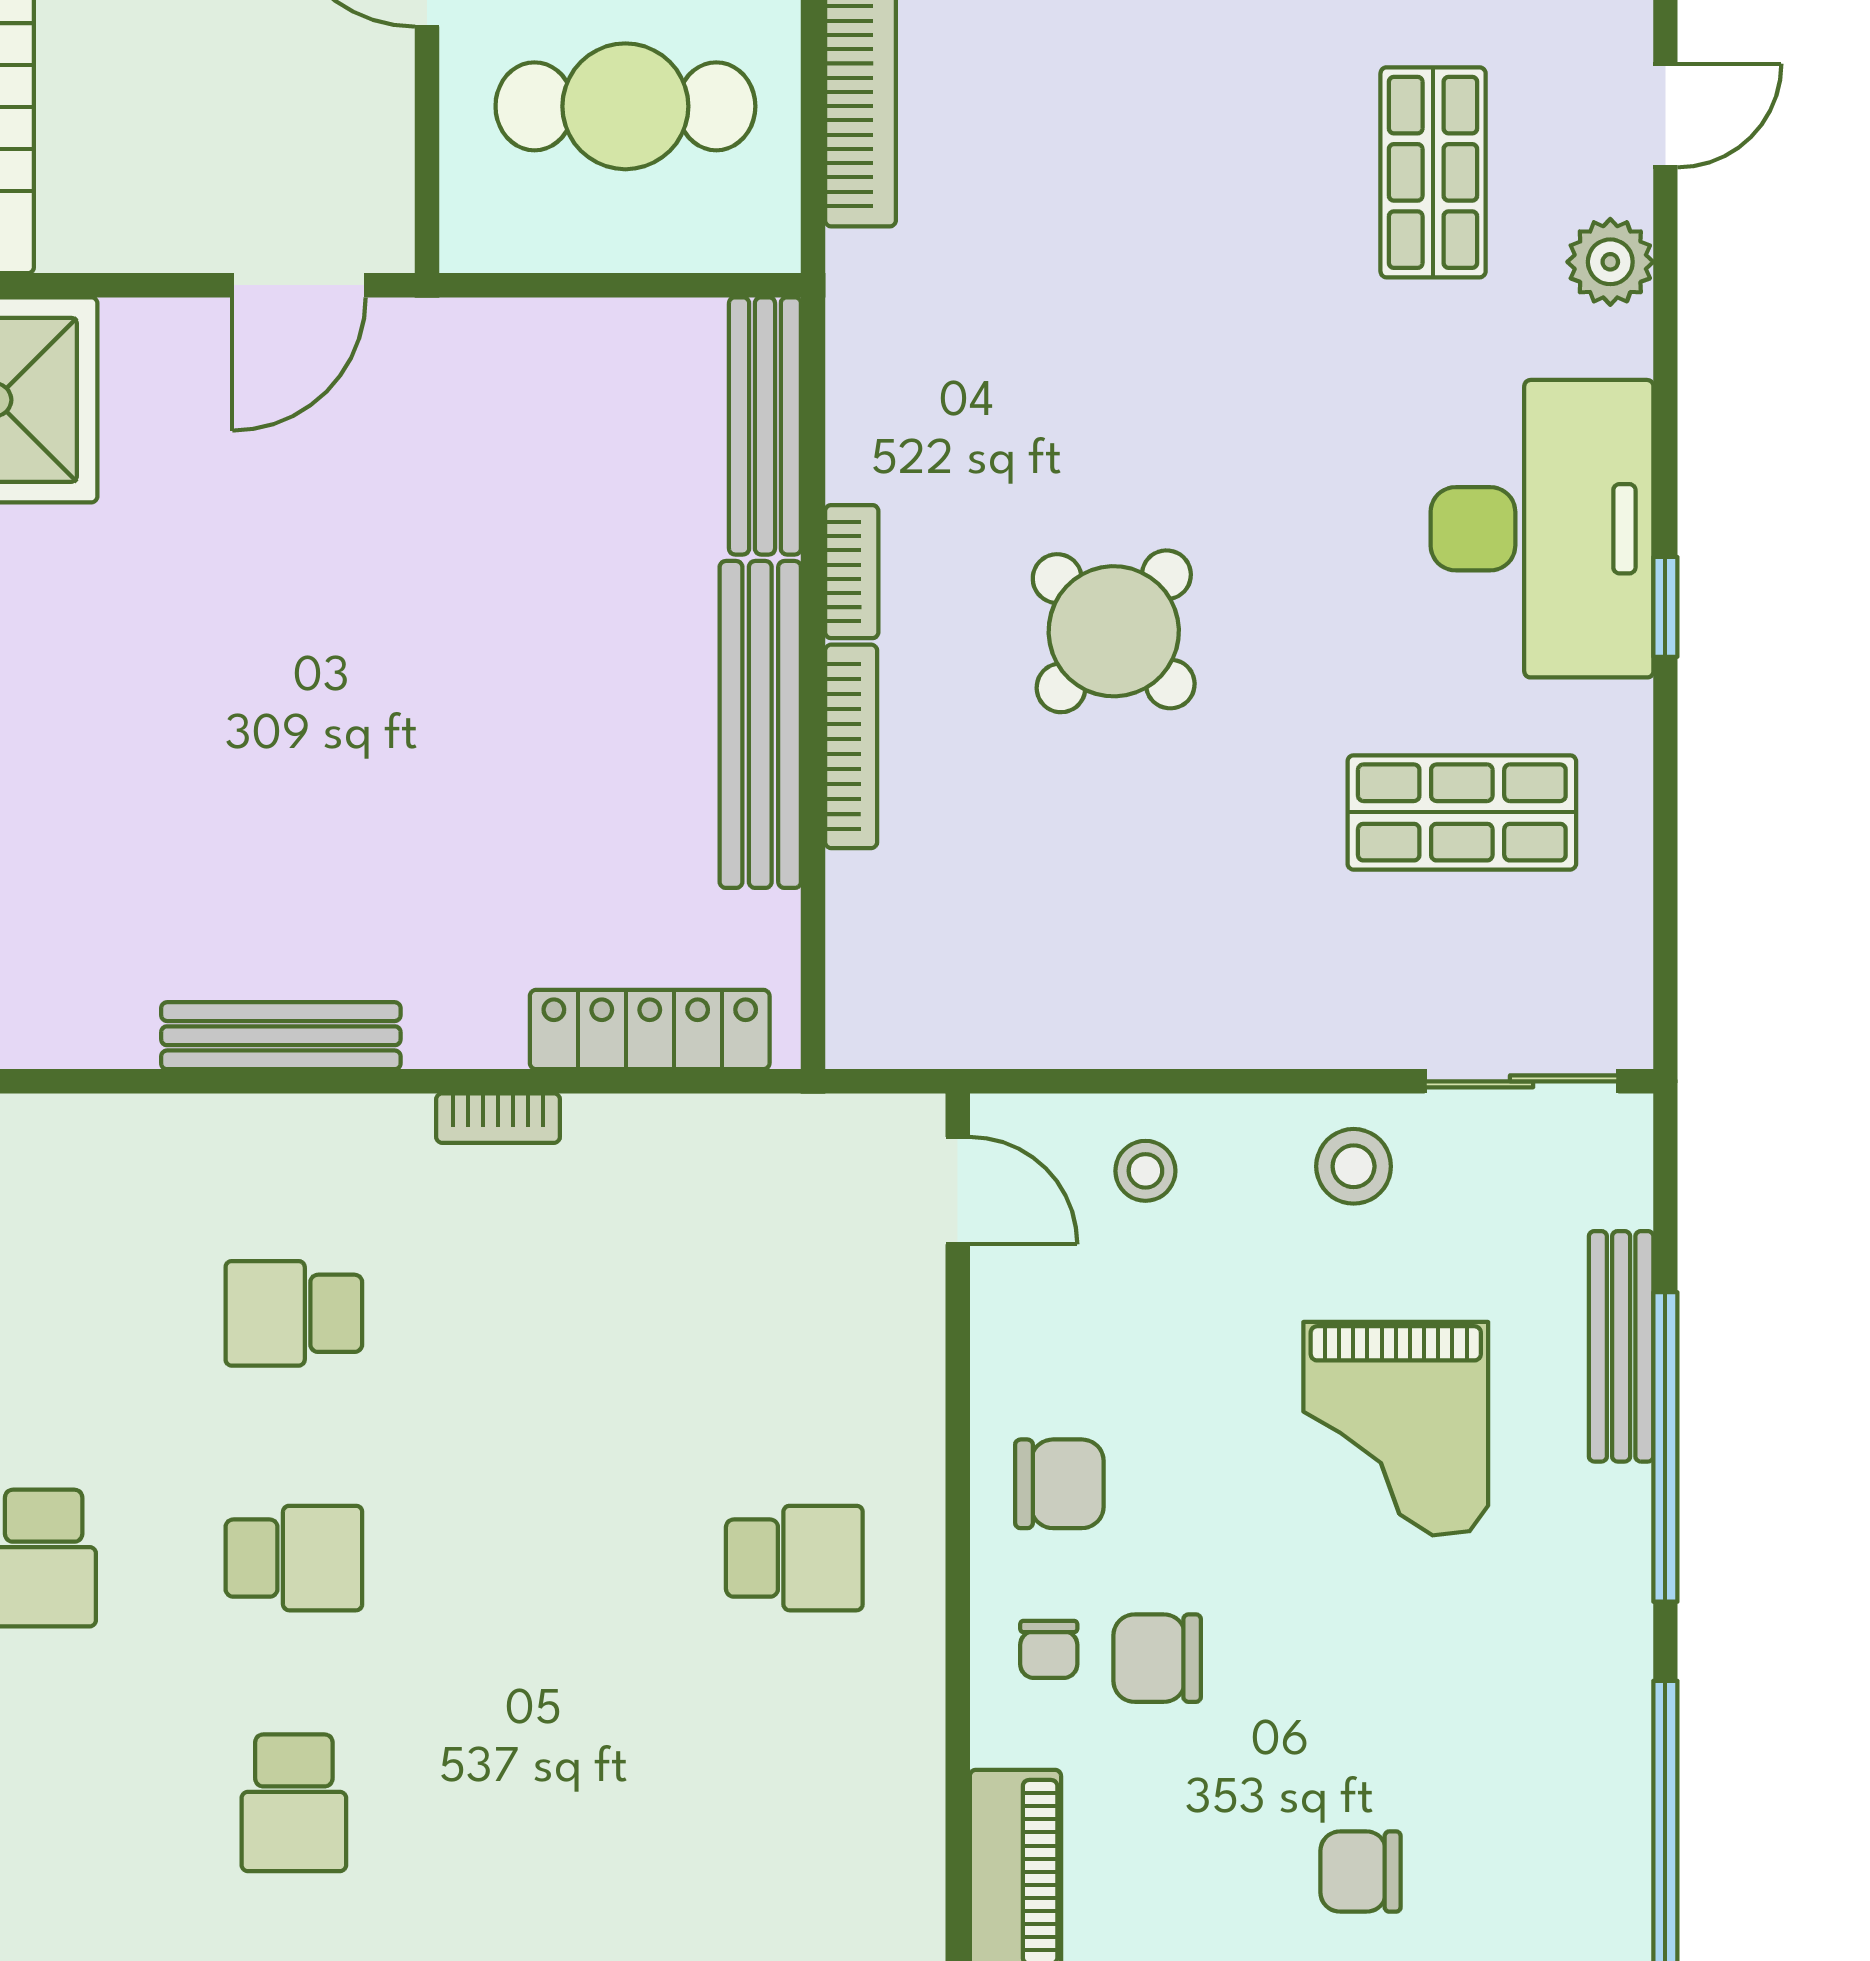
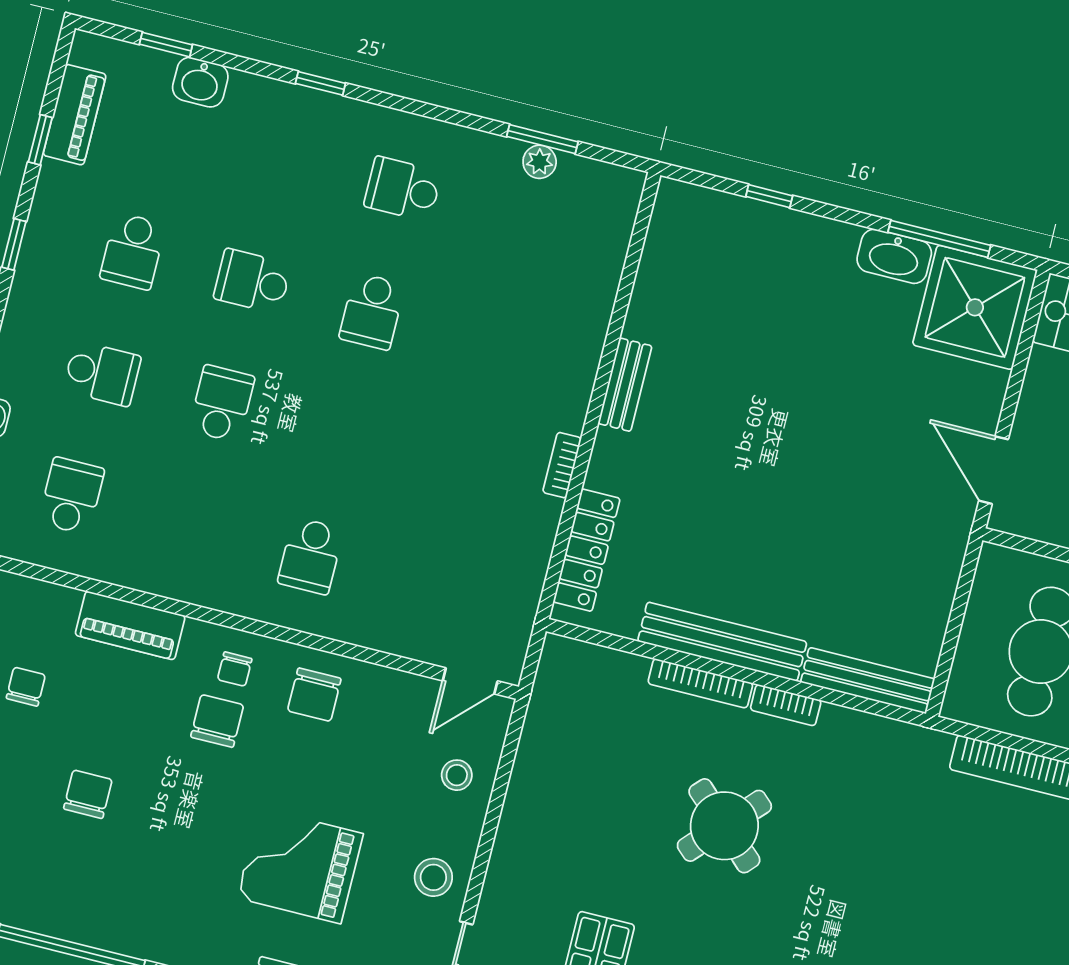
bench: (281, 1036) -> (625, 385), width x0.73
school desk: (294, 1313) -> (222, 404), moved
chair: (1049, 1649) -> (235, 669), turned -90

